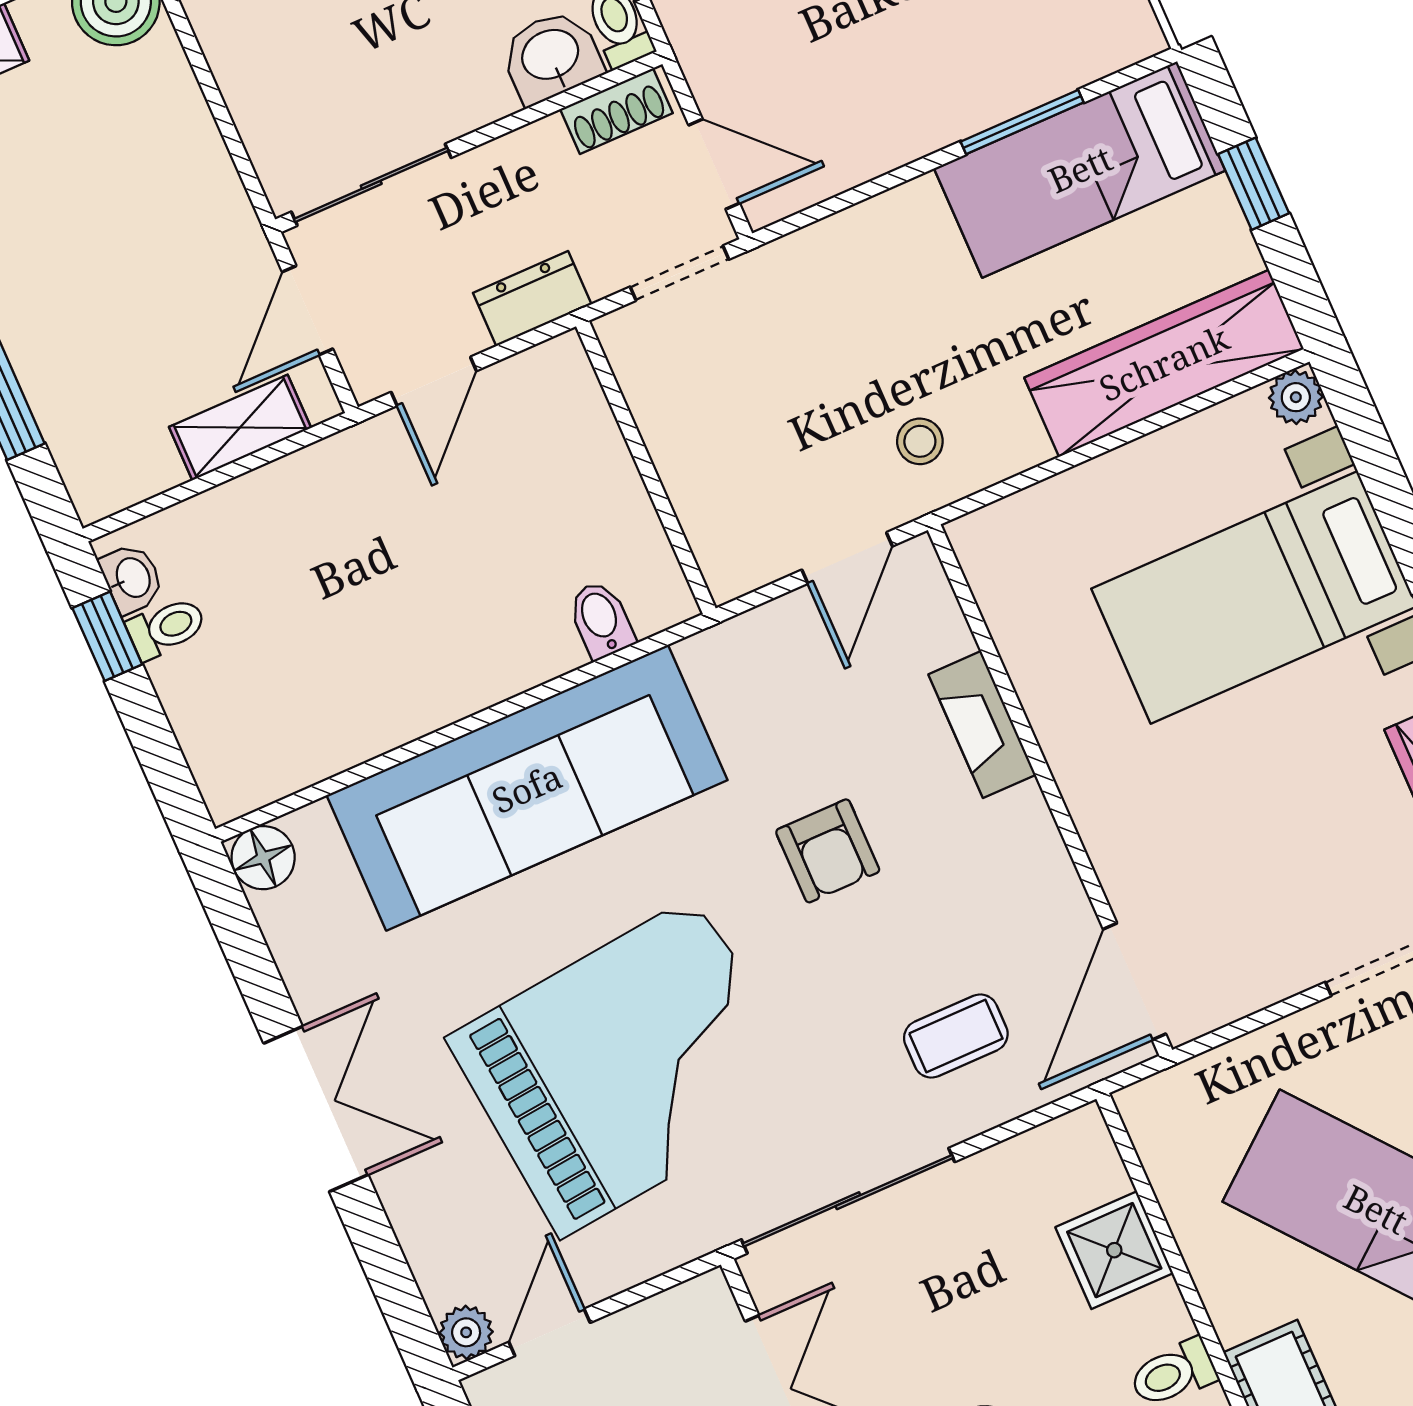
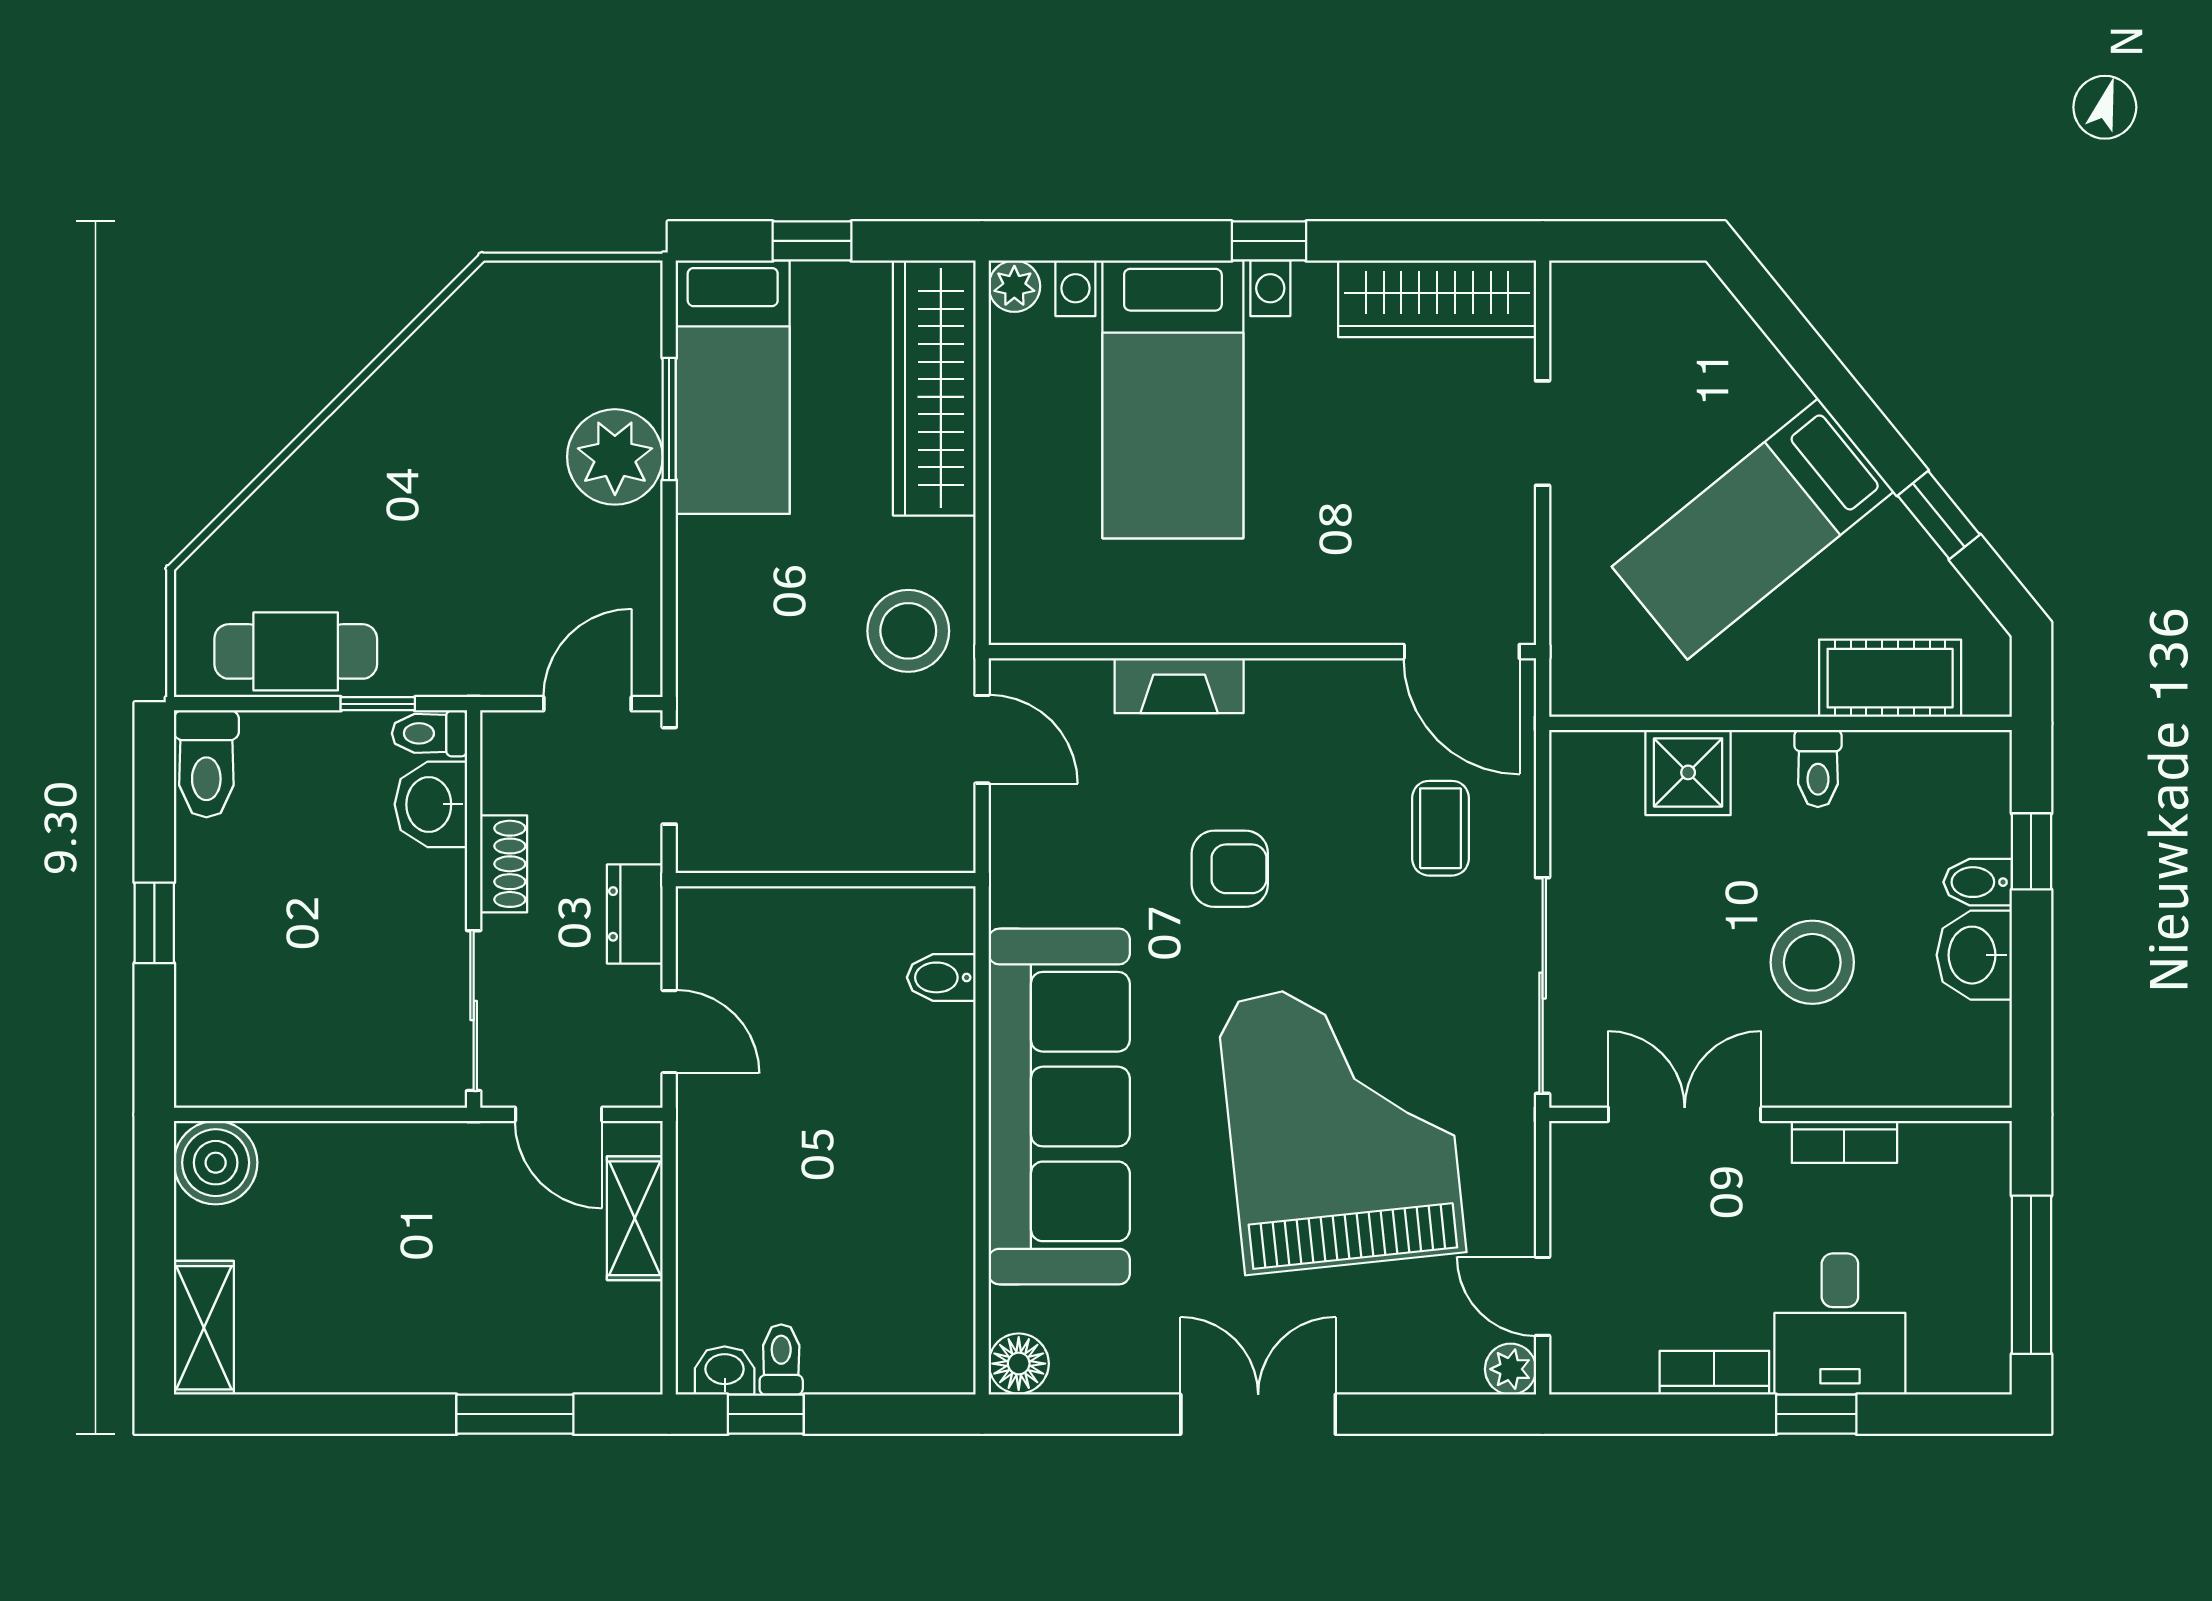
plant: (963, 86) -> (615, 457), added
shoe rack: (616, 111) -> (504, 864), moved
stool: (920, 441) -> (908, 631), width x1.89, depth x1.89

